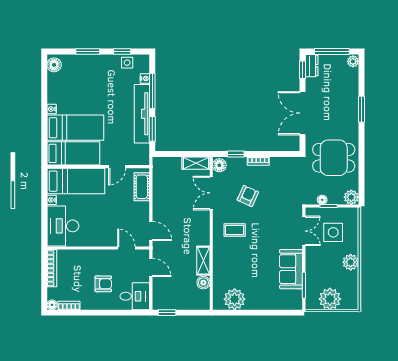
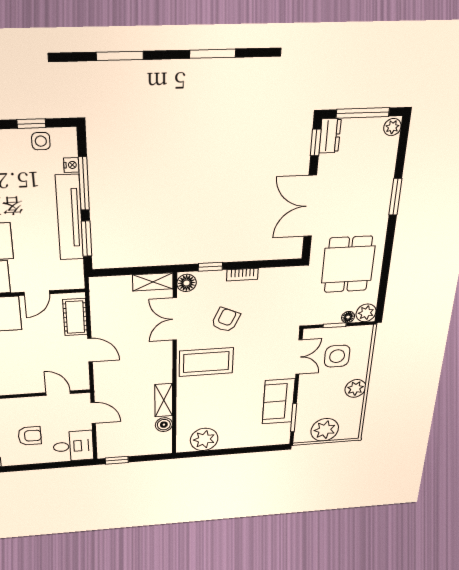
dining table: (334, 158) -> (348, 264), turned 90
floor lamp: (322, 200) -> (348, 317), moved
coffee table: (235, 230) -> (206, 362), width x1.86, depth x1.72
door: (151, 231) -> (90, 350), moved

